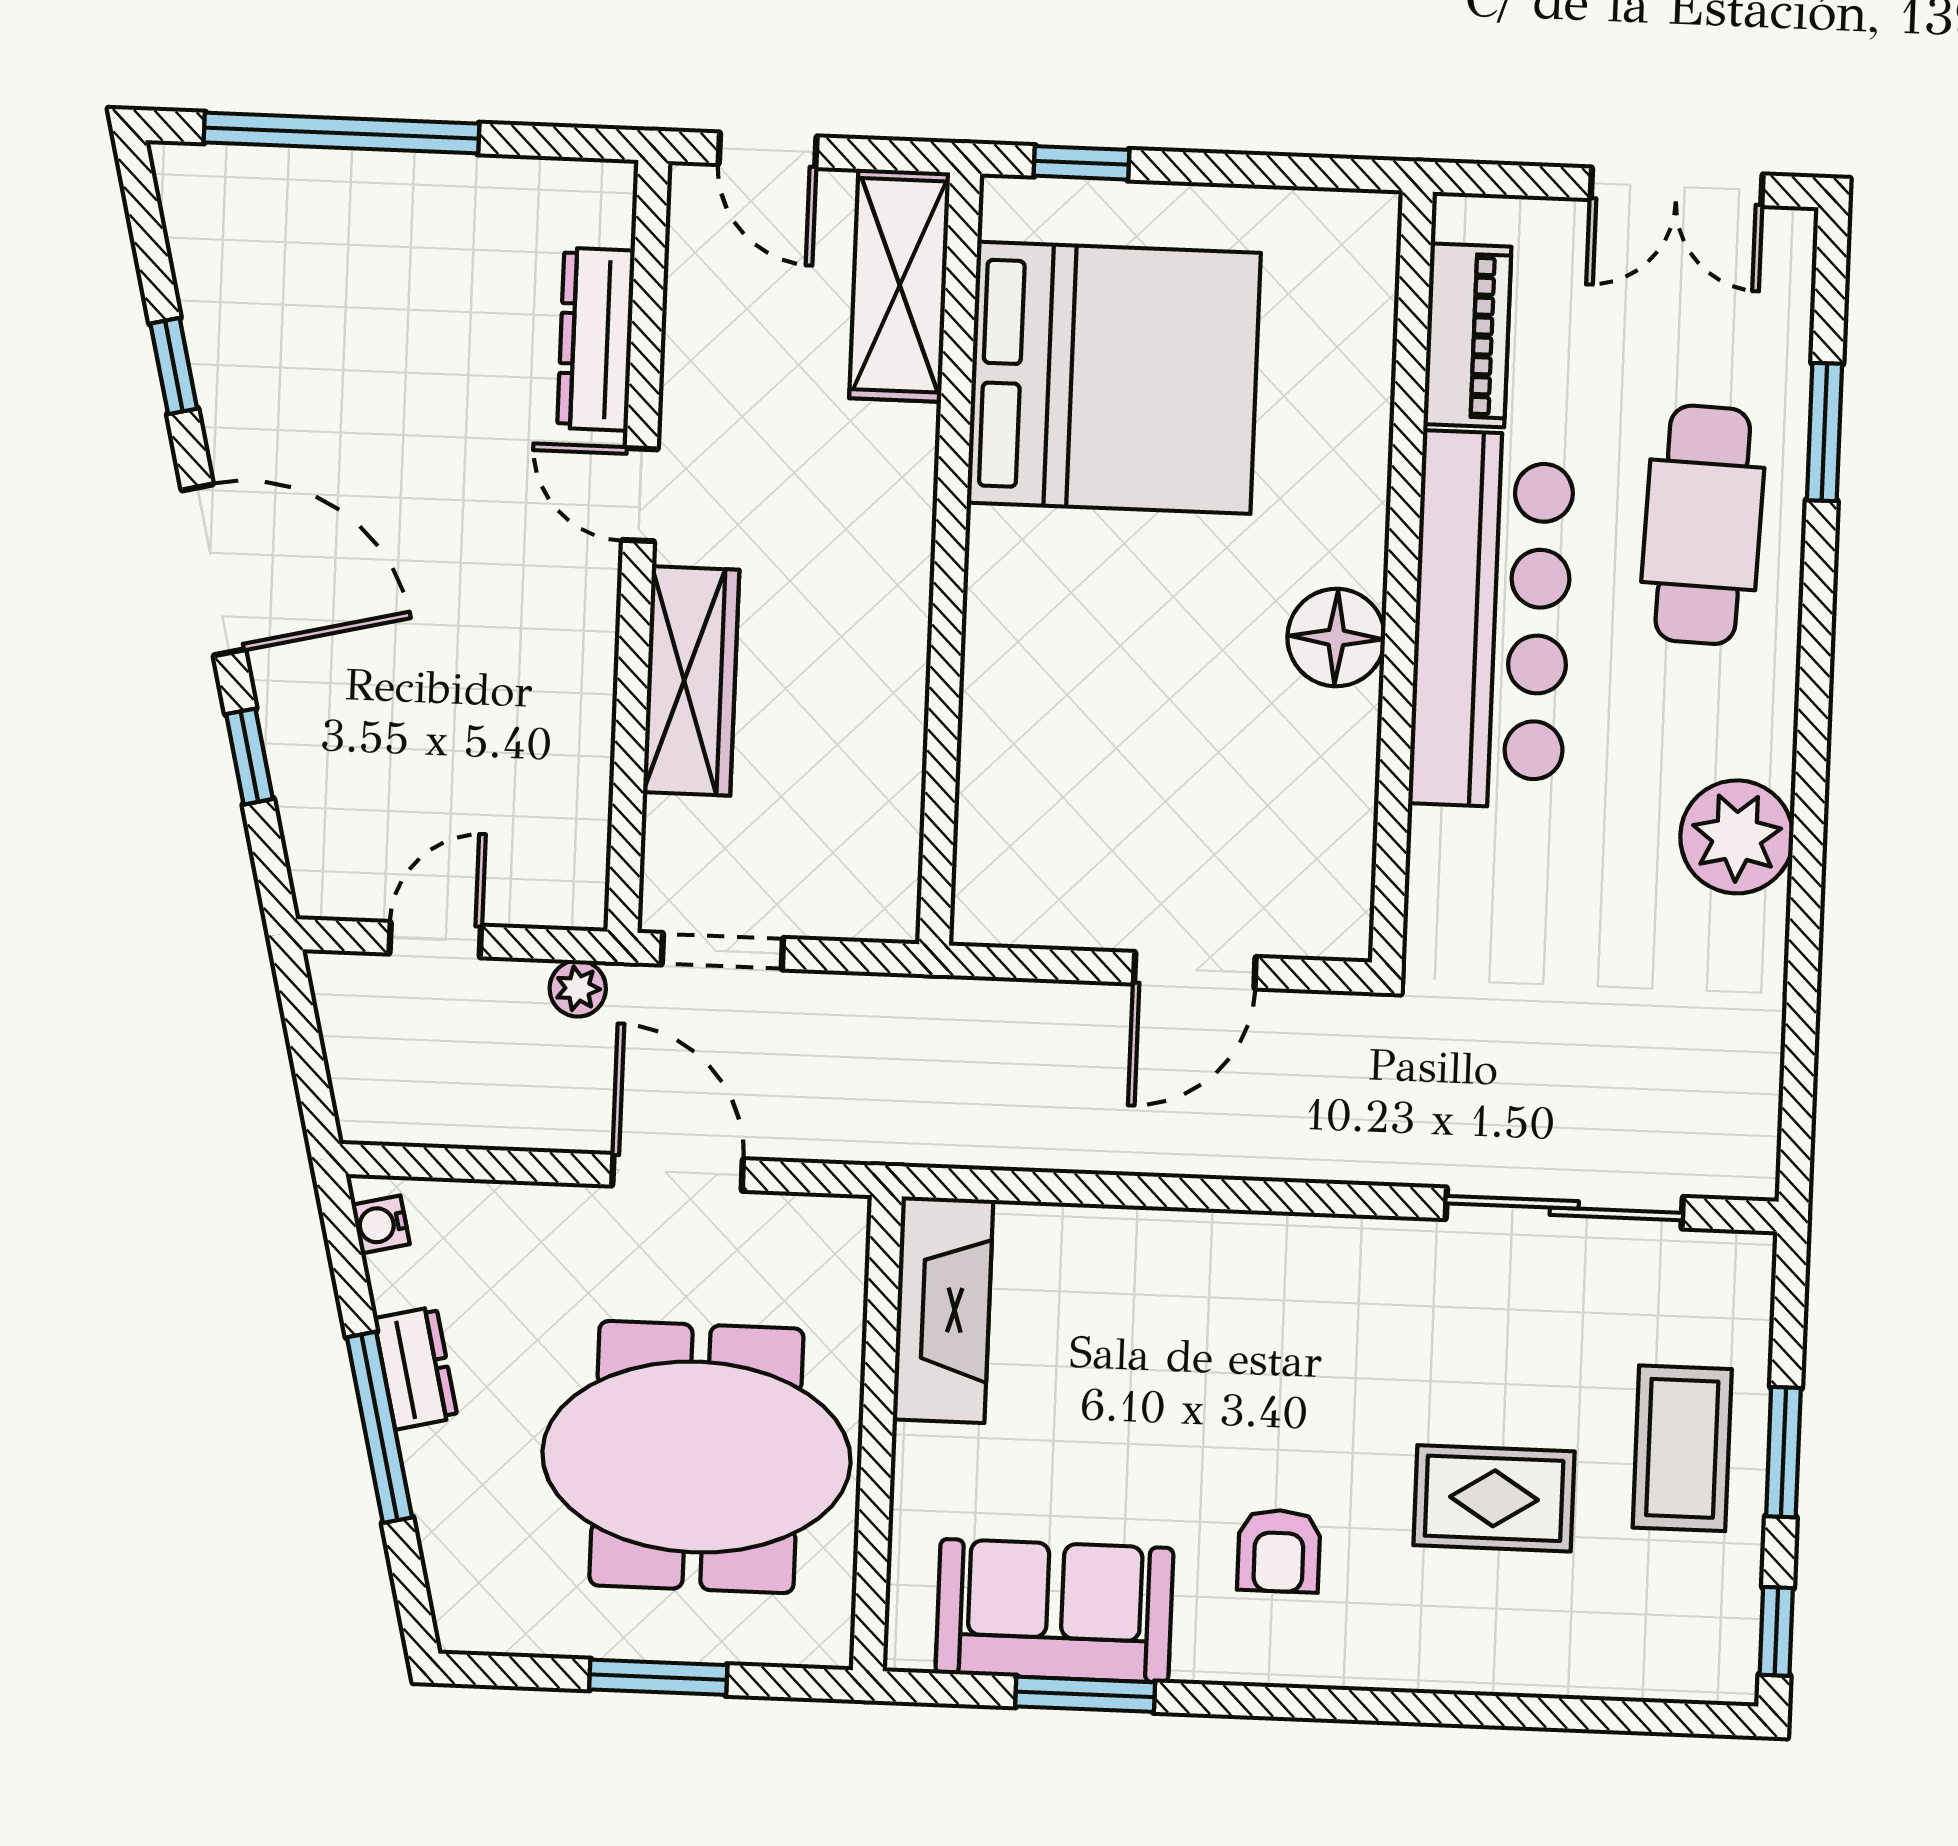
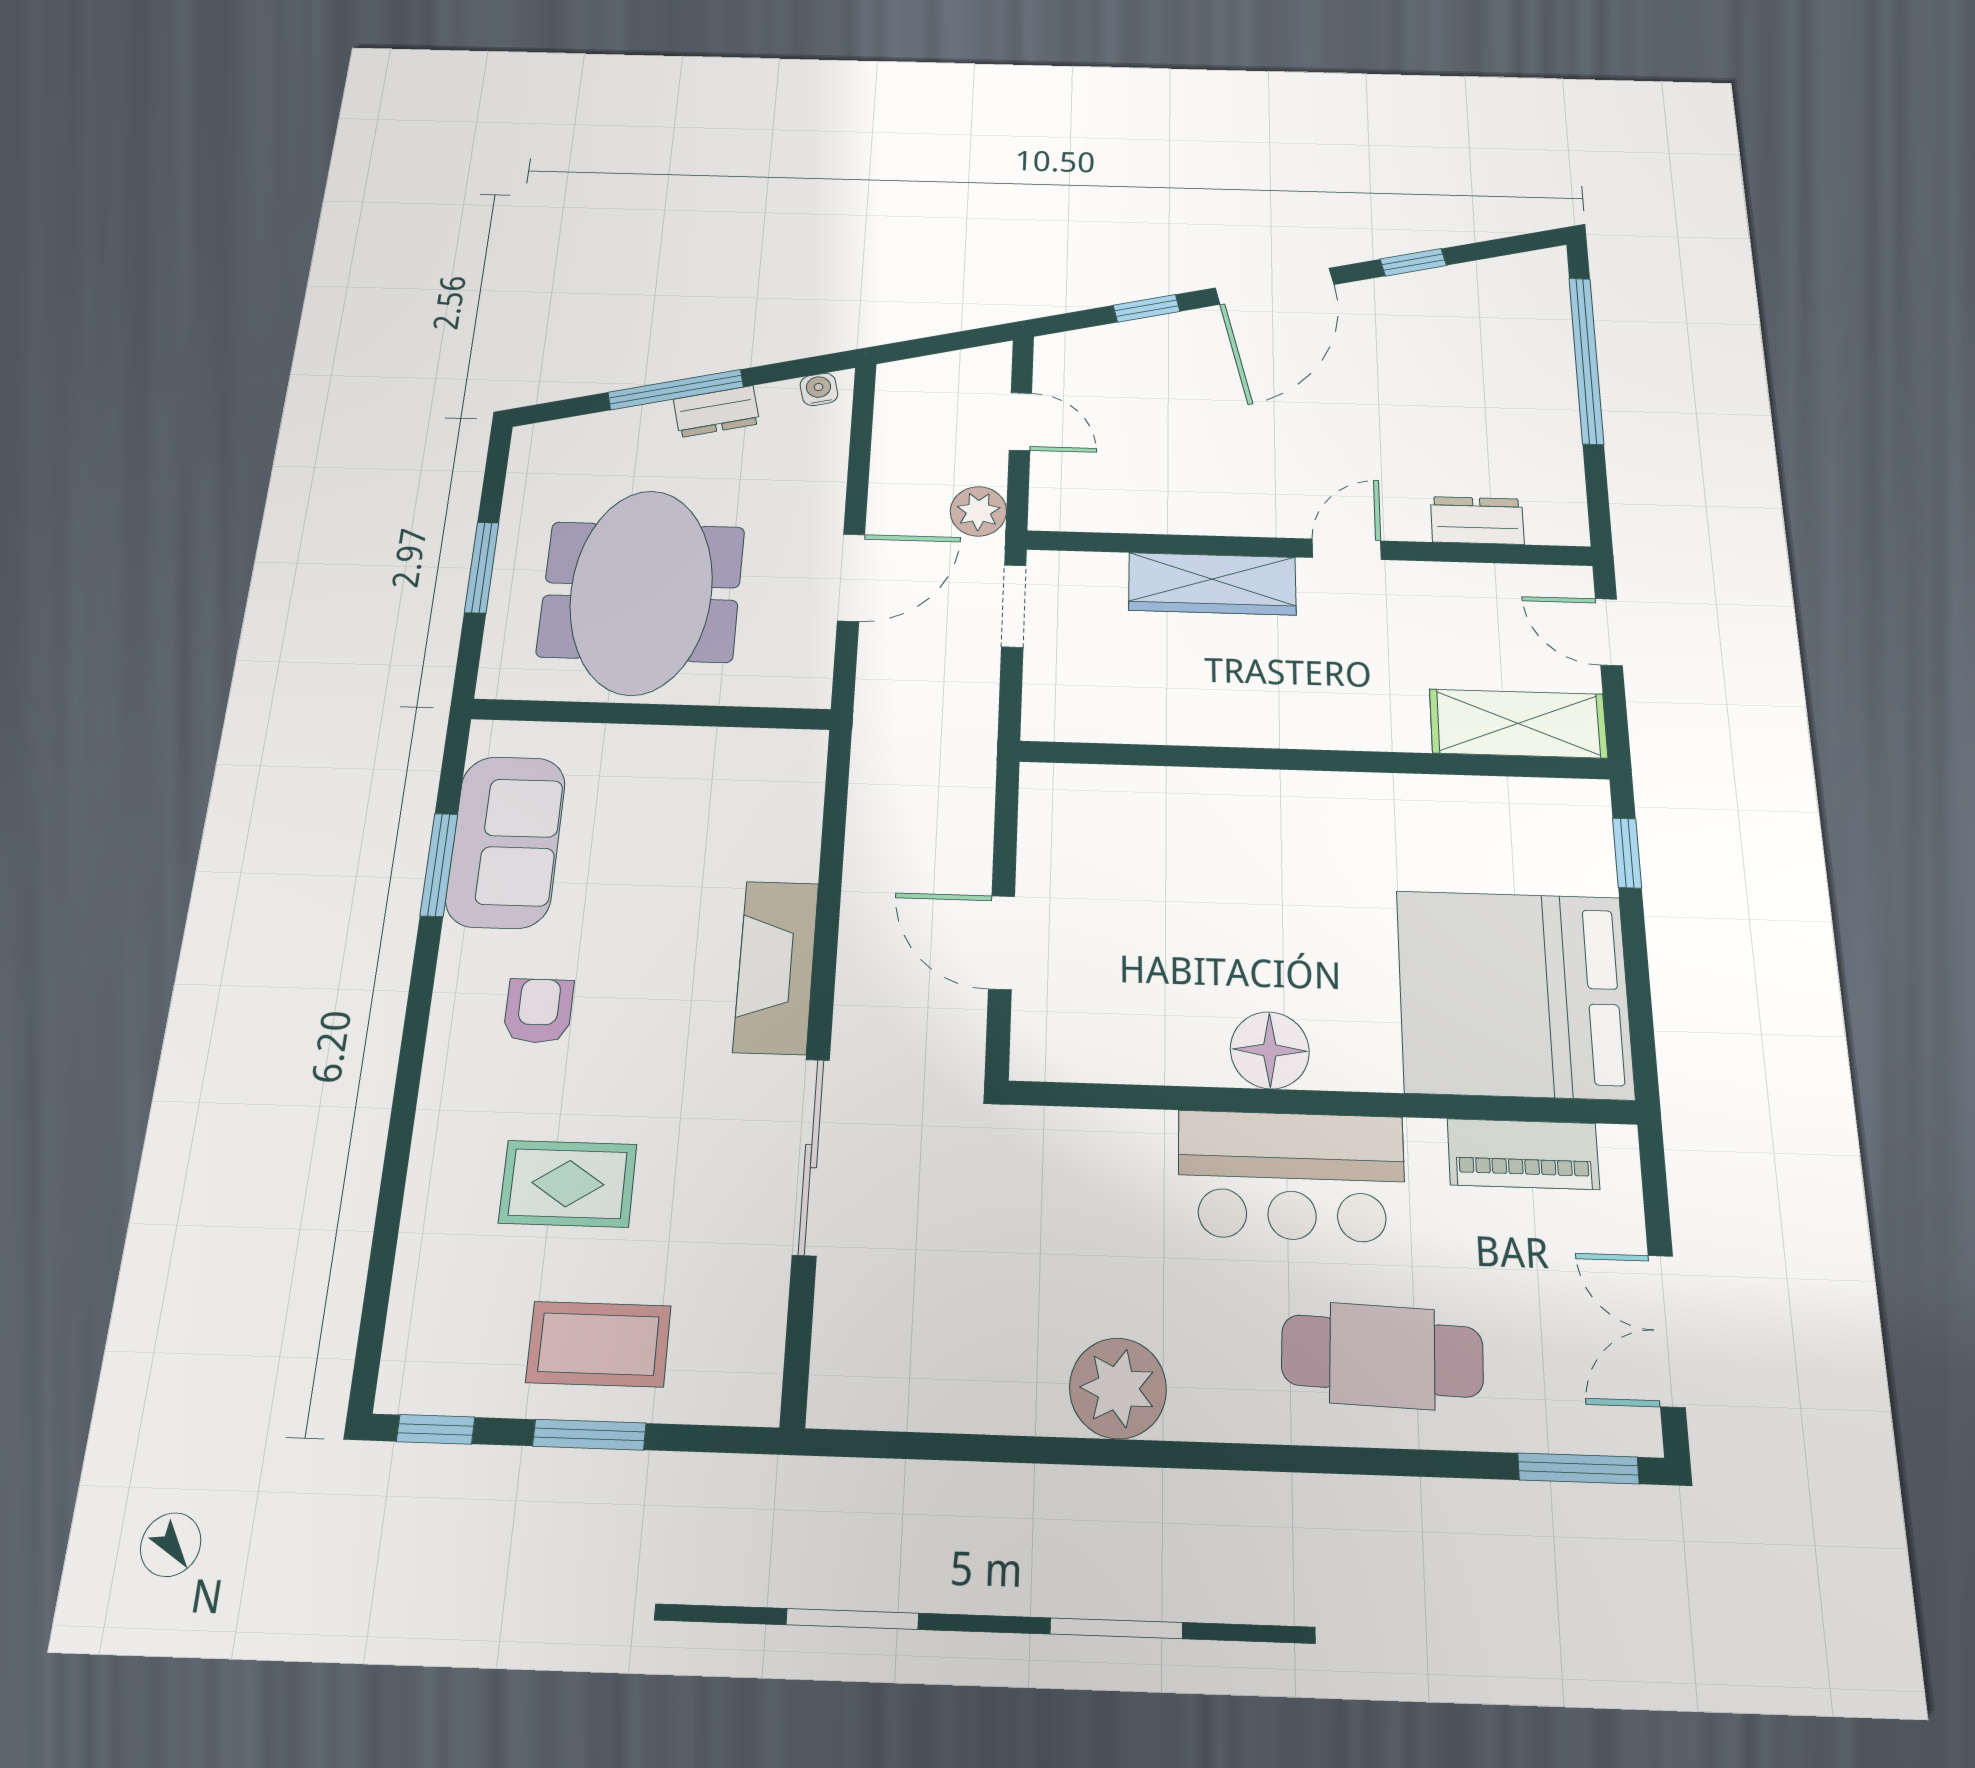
door: (768, 150) -> (1609, 632), hinge flipped
dresser: (596, 339) -> (1477, 520), width x0.70
bed: (1114, 378) -> (1514, 994), moved, turned 90
window: (1824, 432) -> (1578, 1468), moved
bar counter: (1492, 620) -> (1291, 1176), width x0.73
plant: (578, 988) -> (978, 511), width x1.38, depth x1.38
sliding door: (1564, 1208) -> (811, 1156), moved
fireplace: (943, 1310) -> (776, 967), moved, turned 90
rug: (1494, 1498) -> (568, 1184), turned 90
armchair: (1279, 1551) -> (538, 1011), turned 90

